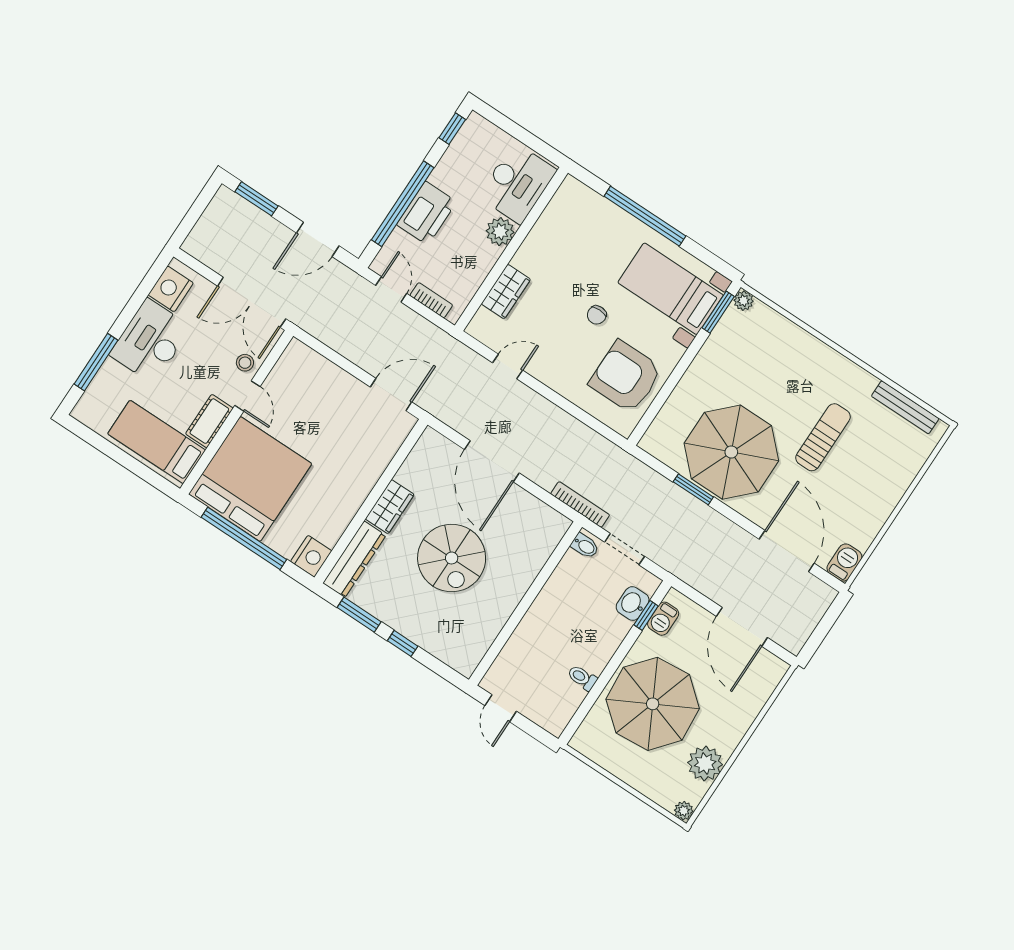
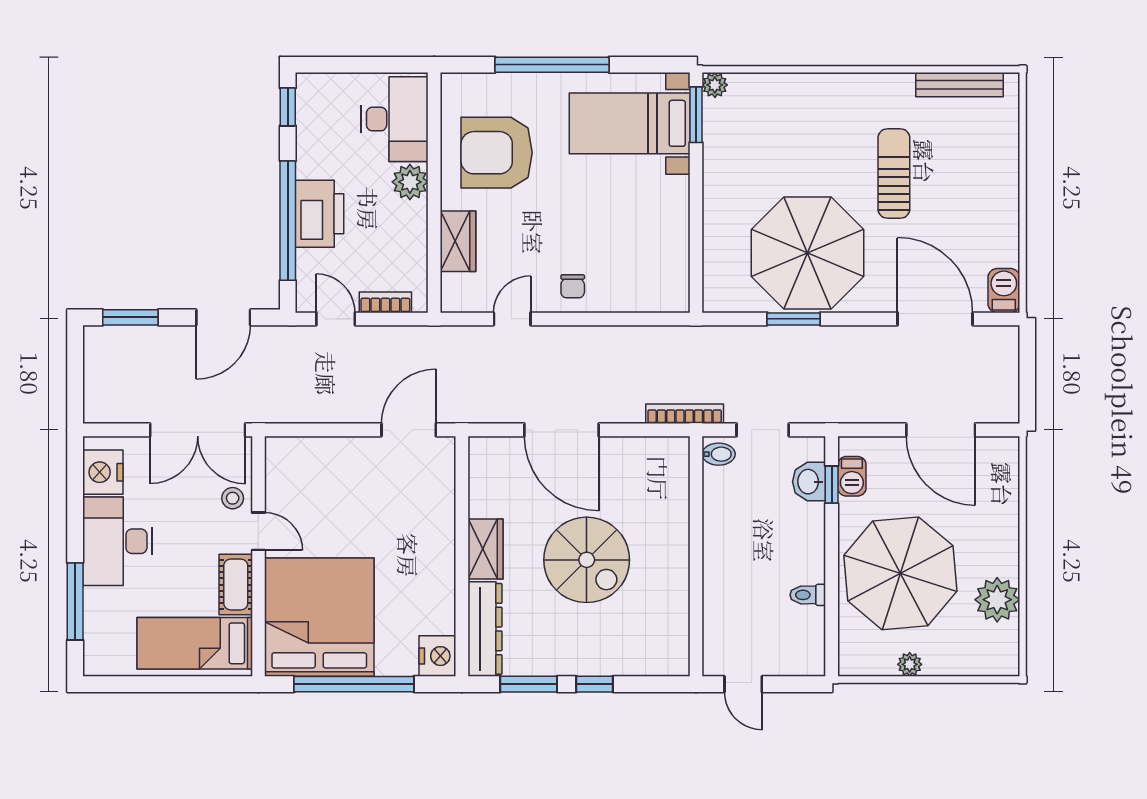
chair: (597, 315) -> (573, 286), moved
armchair: (626, 377) -> (497, 153), moved
plant: (684, 811) -> (910, 664), moved

